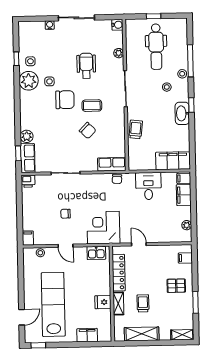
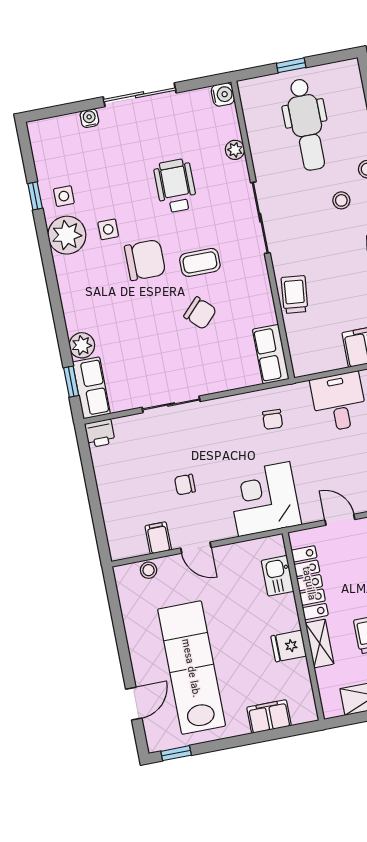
row of seats: (112, 164) -> (271, 354), moved, turned -90
chair: (117, 179) -> (273, 419), moved
filing cabinet: (28, 238) -> (158, 538), moved
kitchen sink: (96, 253) -> (278, 576), moved, turned 90

